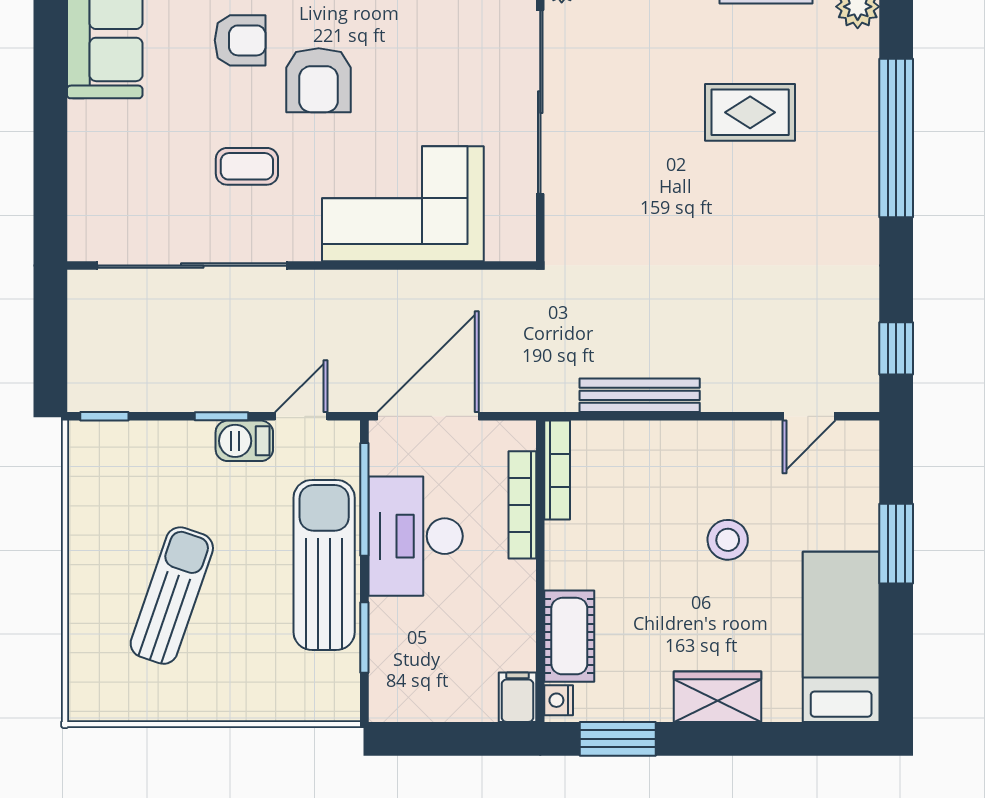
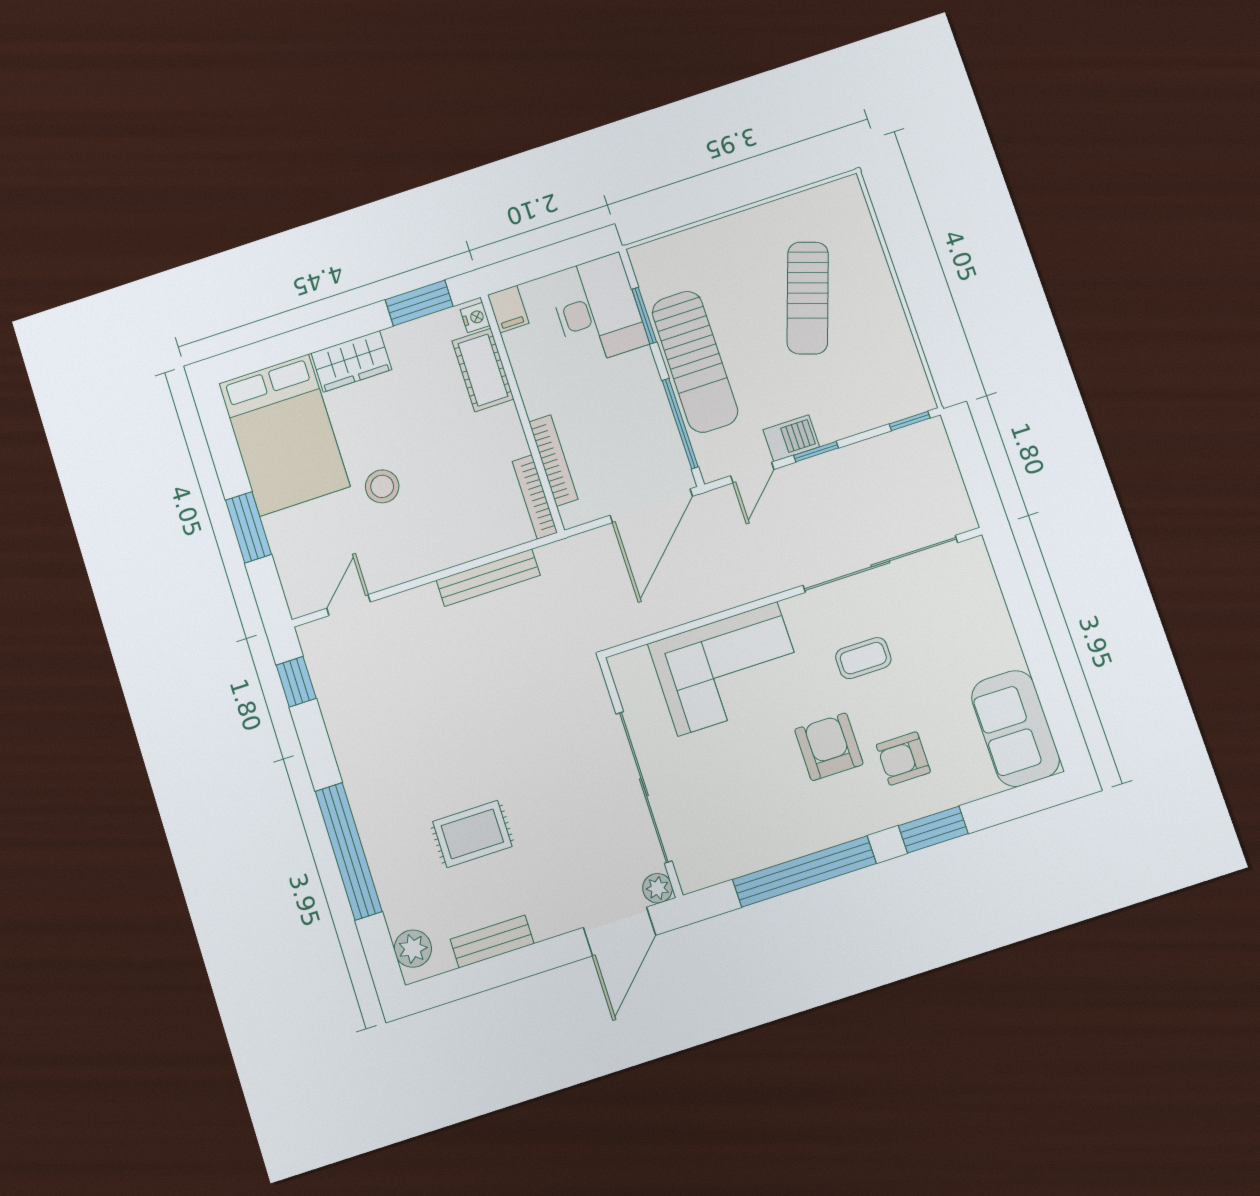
desk: (416, 536) -> (597, 310), moved
bed: (841, 637) -> (284, 435), width x1.50

